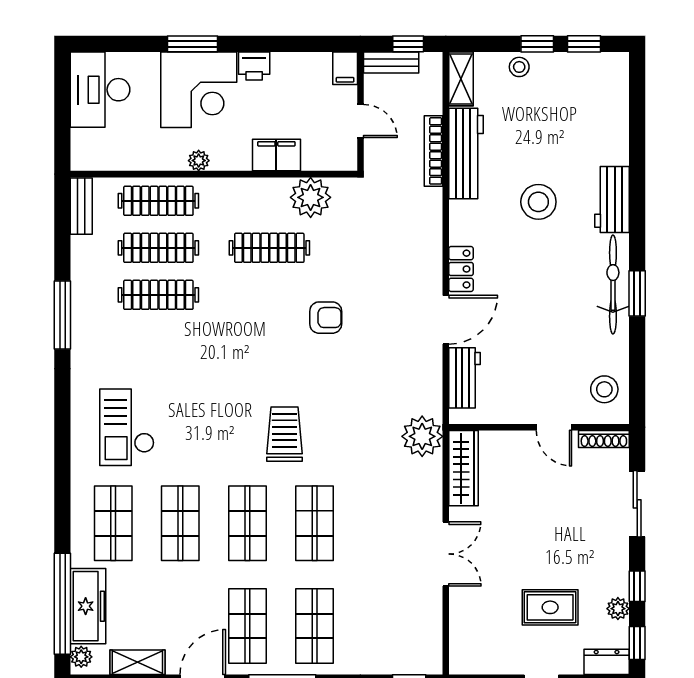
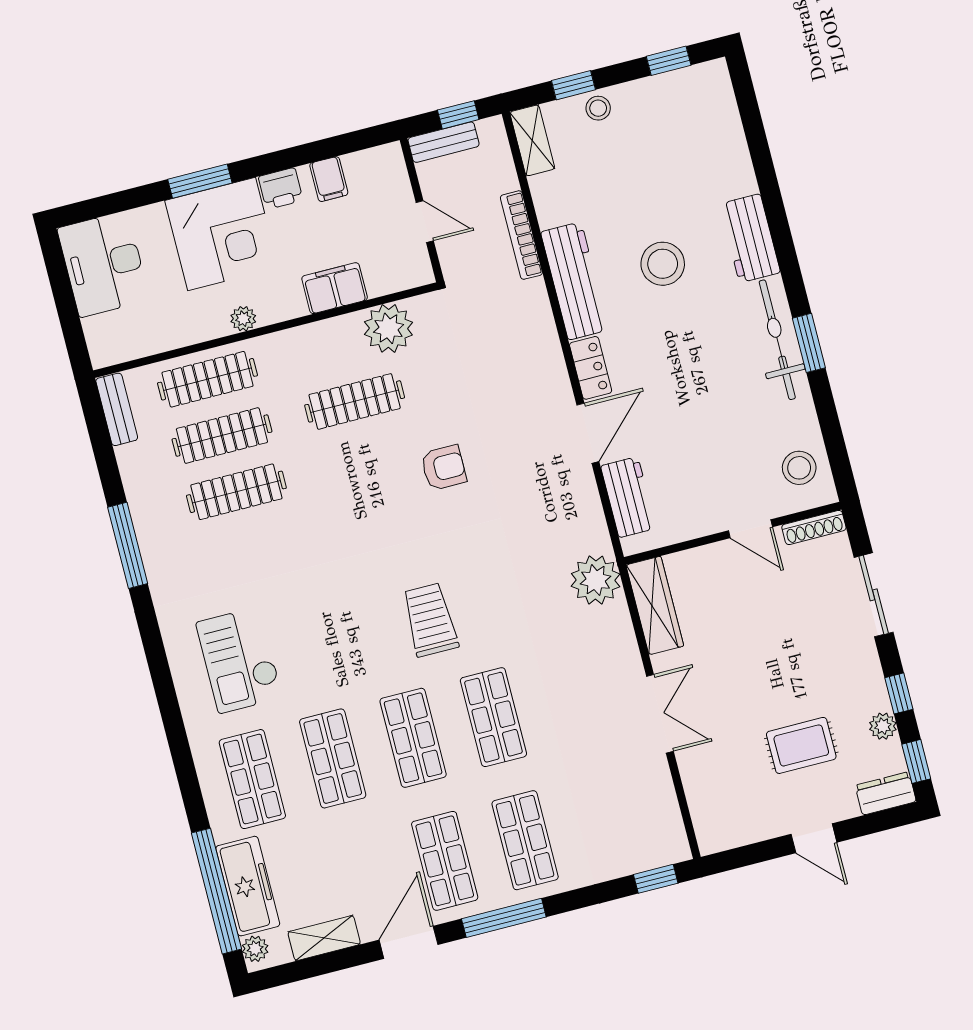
window: (537, 44) -> (573, 85), moved
filing cabinet: (345, 68) -> (329, 179), moved
workbench: (466, 154) -> (575, 281), moved

